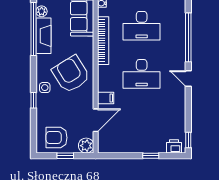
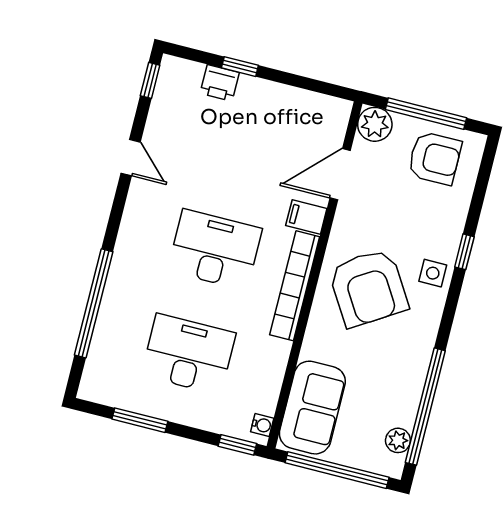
fireplace: (43, 36) -> (407, 386), removed
bookcase: (103, 41) -> (295, 286), moved
door: (188, 79) -> (131, 158), moved
printer: (174, 146) -> (220, 83), moved
window: (65, 156) -> (426, 114), width x2.17

